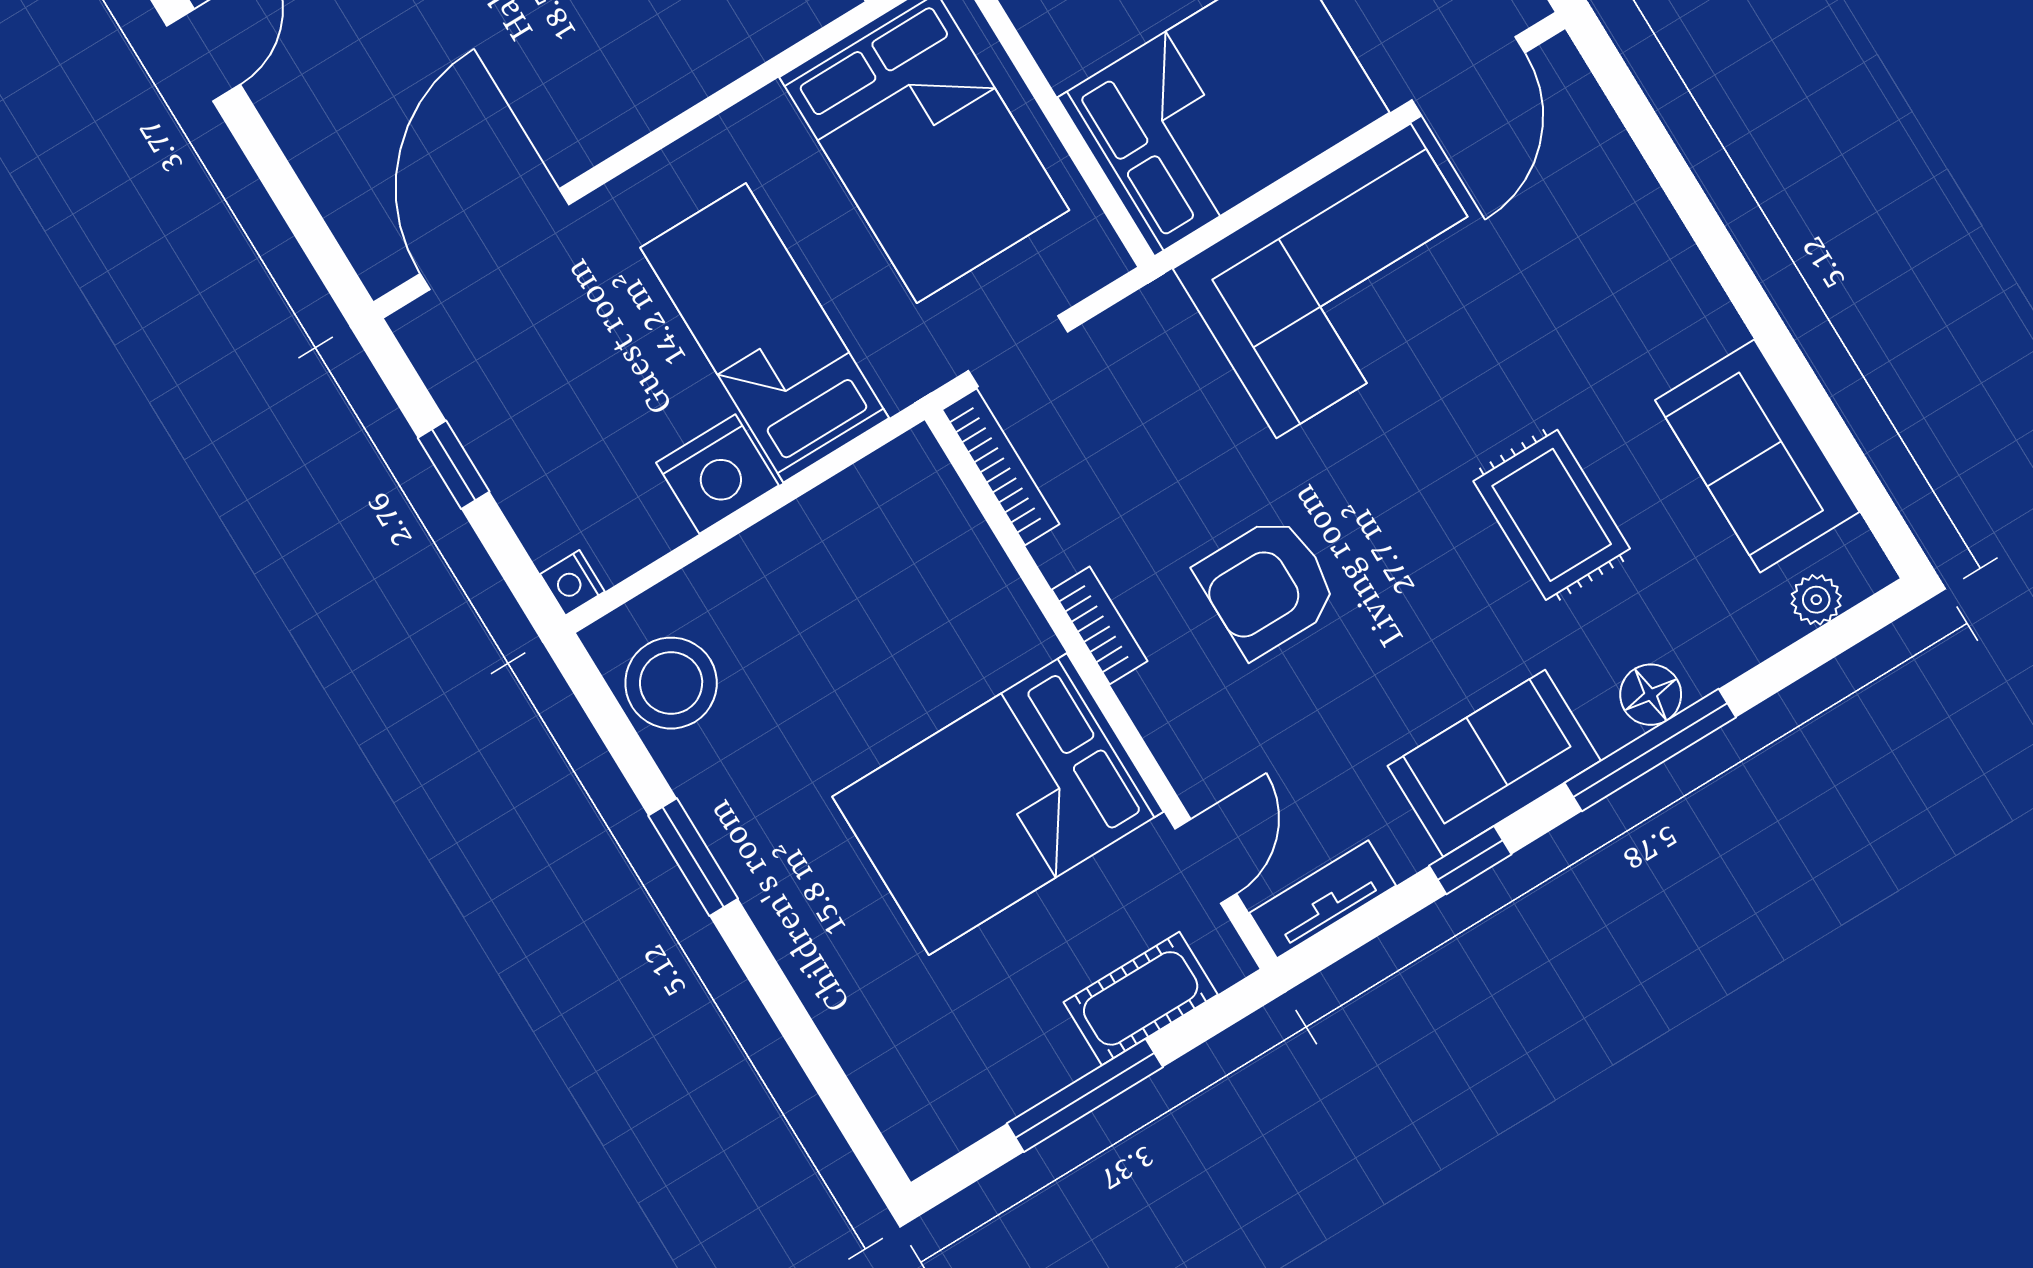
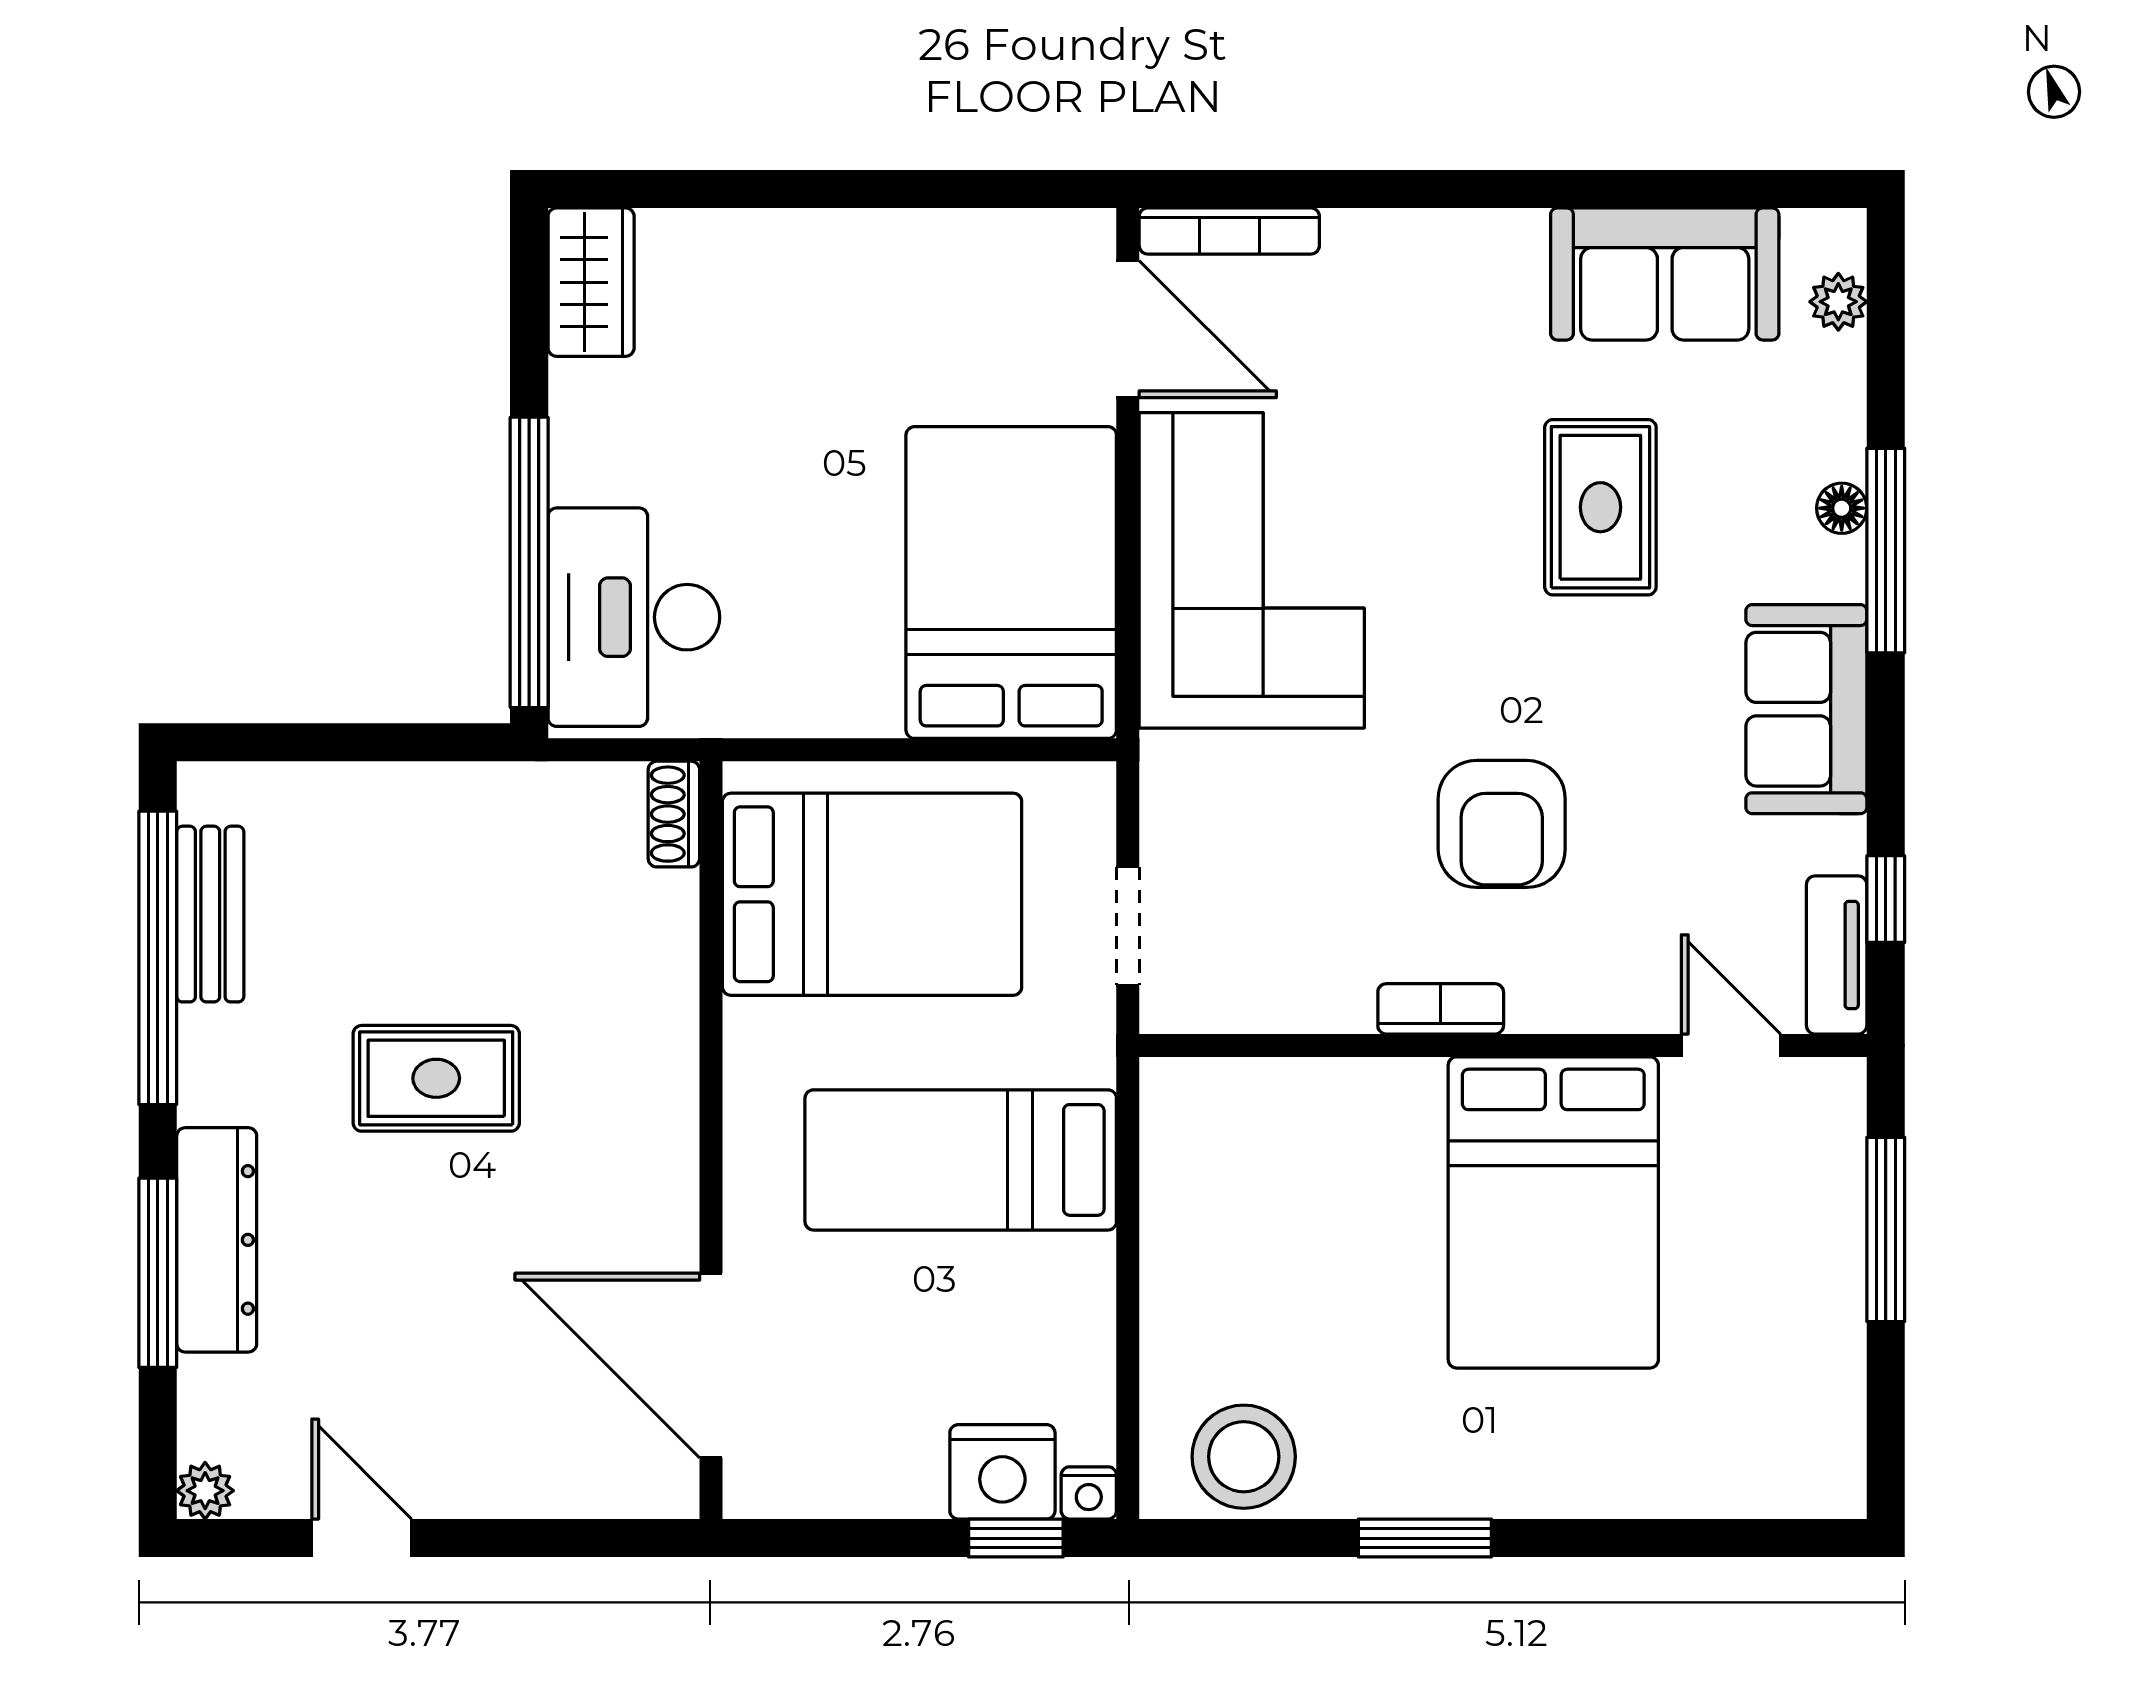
window: (454, 465) -> (1016, 1538), moved
bookcase: (1001, 467) -> (1229, 231), moved, turned 180
nightstand: (717, 474) -> (1002, 1472), moved, turned 90
rug: (1552, 515) -> (1600, 507), turned 90
floor lamp: (1651, 695) -> (1842, 508), width x0.73, depth x0.73
window: (1470, 860) -> (1886, 899), moved
cot: (1141, 998) -> (1825, 1189), removed
window: (1085, 1095) -> (1886, 1229), moved

